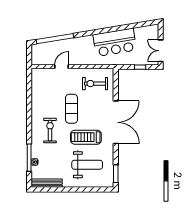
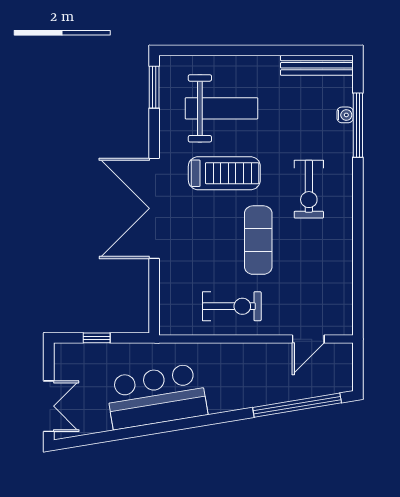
double door: (161, 51) -> (49, 406), moved
door: (62, 67) -> (308, 339), moved
exercise bike: (95, 84) -> (232, 306), moved
weight bench: (87, 165) -> (222, 108), turned 180

